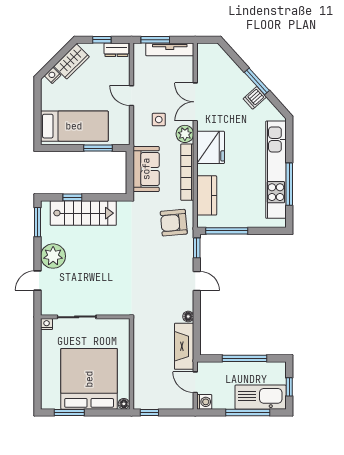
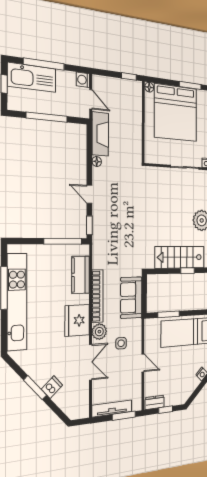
wardrobe: (72, 61) -> (188, 388), removed
dishwasher: (255, 98) -> (52, 387), moved
armchair: (174, 223) -> (109, 249), removed

